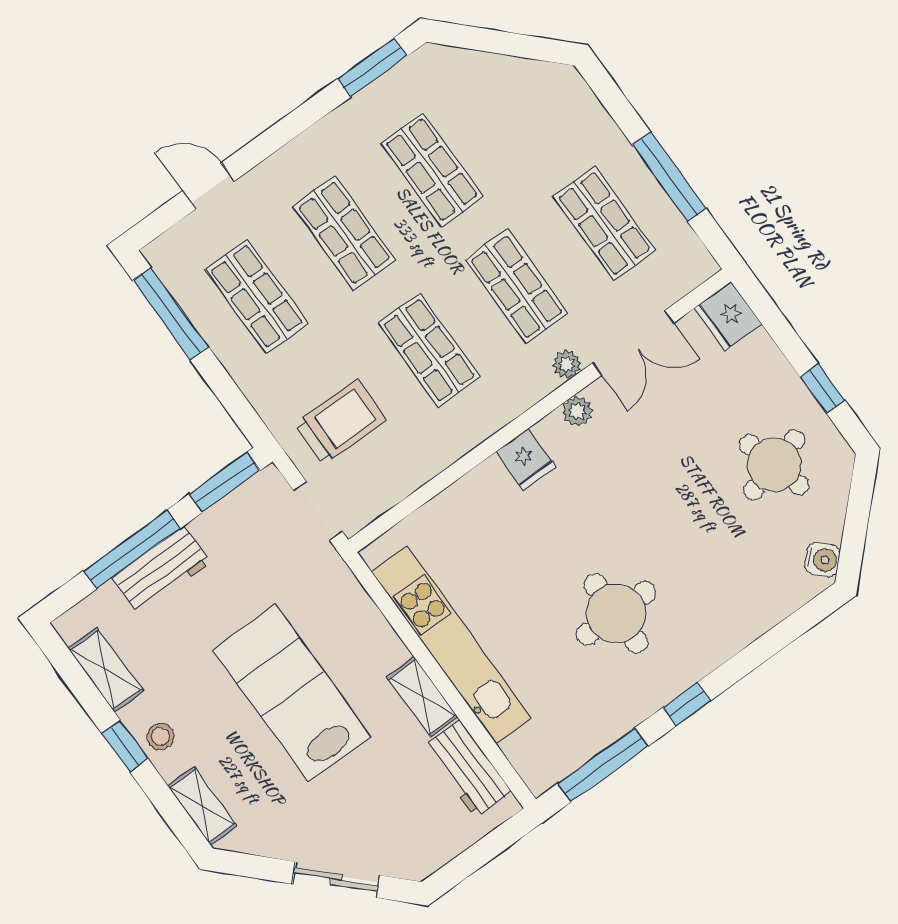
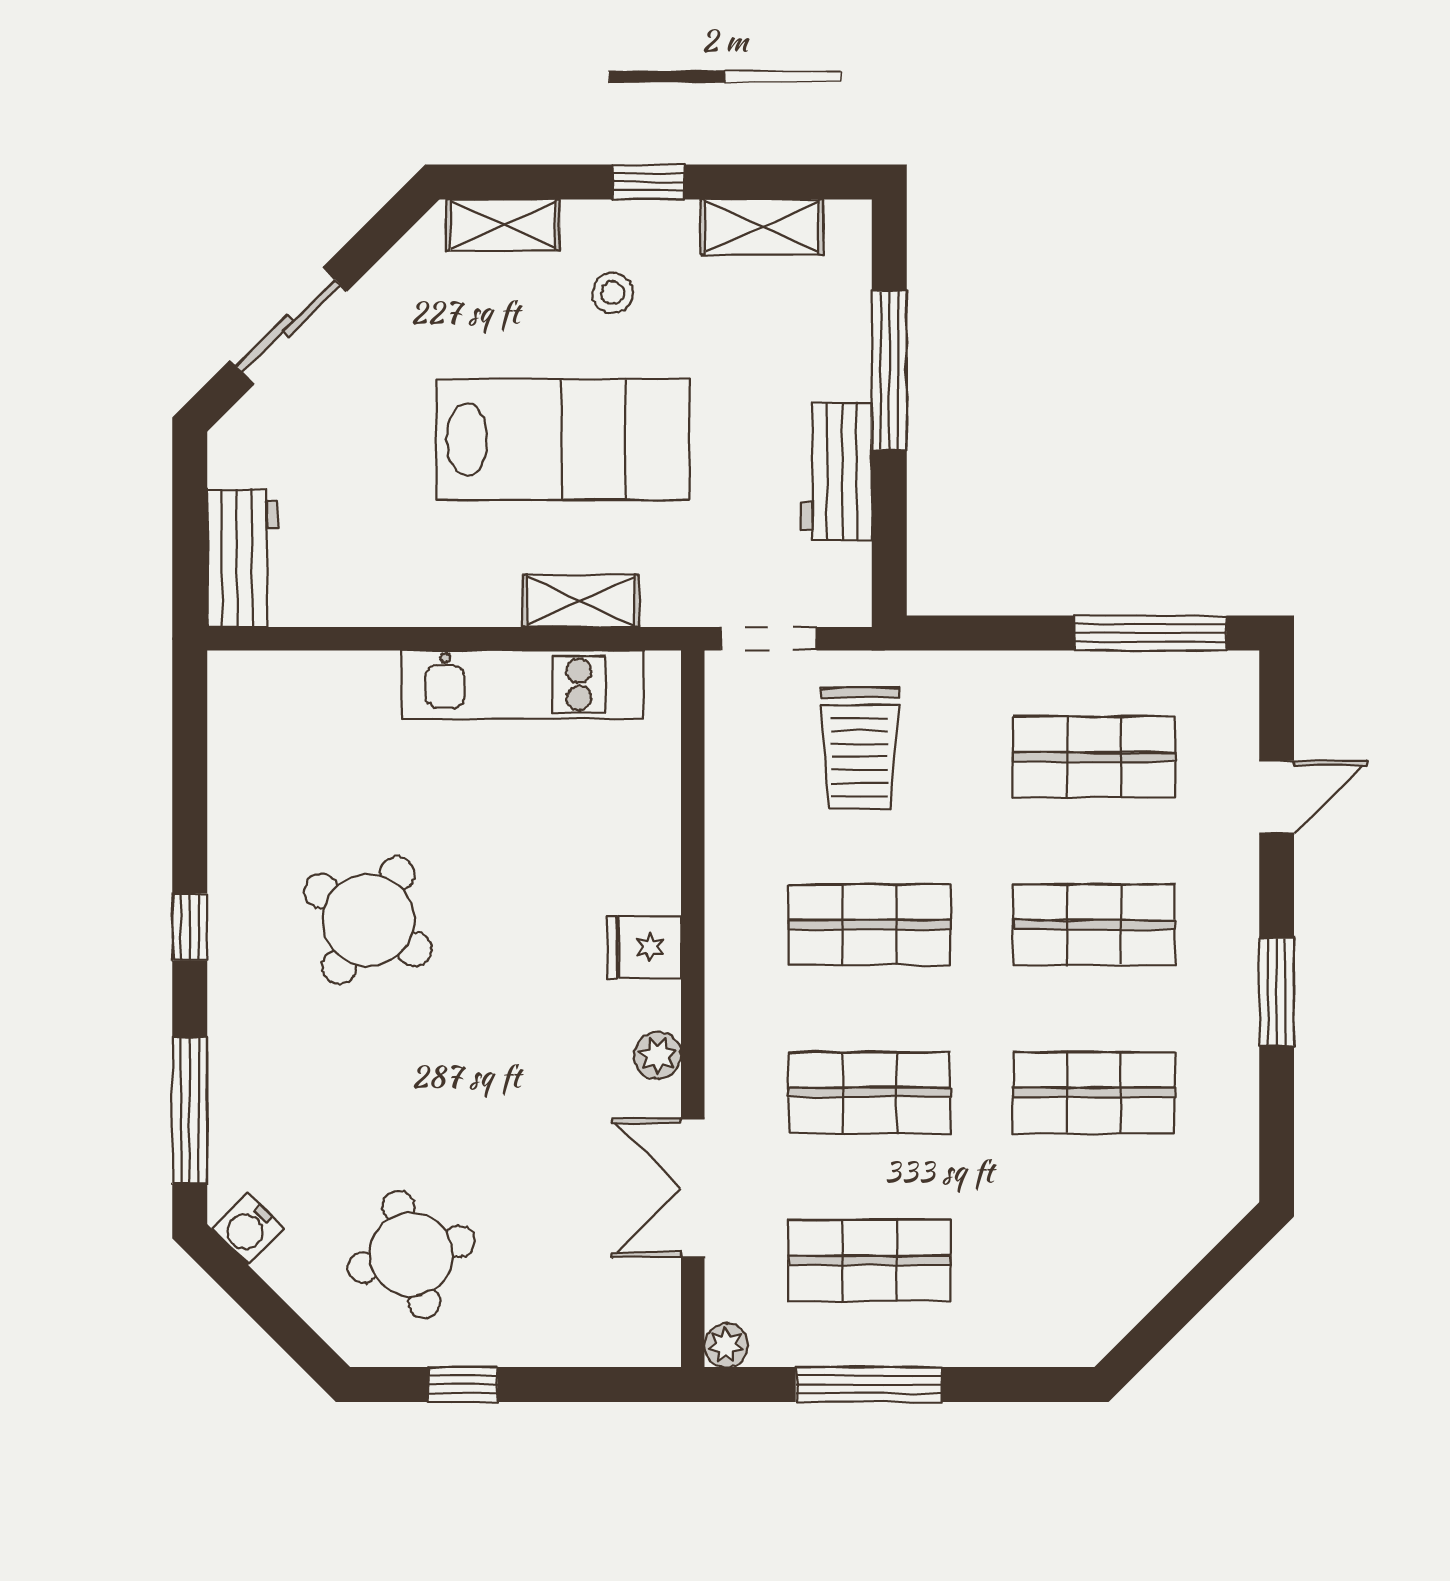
window: (372, 67) -> (1277, 992), moved
fridge: (728, 316) -> (640, 1332), removed
plant: (567, 364) -> (726, 1345), moved
window: (225, 482) -> (889, 548), removed
workbench: (162, 570) -> (836, 472), moved
round table: (616, 613) -> (368, 920), turned 32
kitchen unit: (451, 645) -> (523, 684), width x0.73
shelving: (422, 697) -> (581, 601), moved
stool: (160, 736) -> (613, 293), moved
window: (603, 765) -> (190, 1111), moved
workbench: (467, 769) -> (243, 558), moved, turned 90

